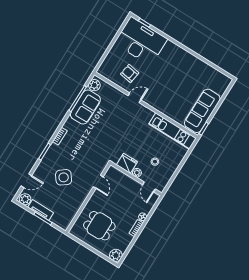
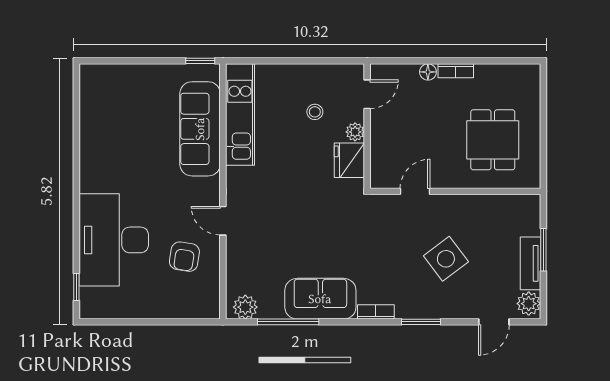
desk: (141, 41) -> (114, 240), moved
sofa: (85, 107) -> (320, 299), moved
sofa: (202, 111) -> (200, 129), moved, turned 90
door: (26, 181) -> (494, 322), swing flipped
plant: (116, 255) -> (528, 77), removed

